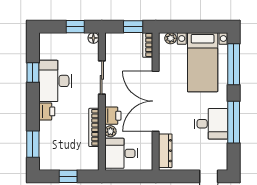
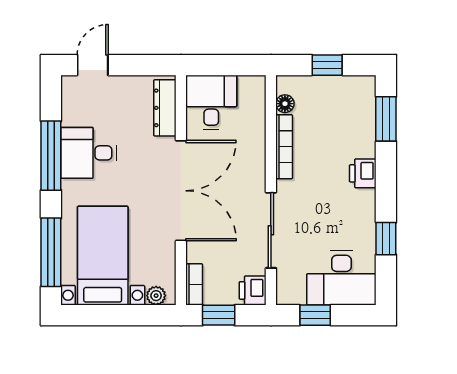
floor lamp: (93, 38) -> (285, 104), moved
sliding door: (102, 77) -> (271, 230), width x1.37
desk: (55, 81) -> (341, 278), moved, turned 90
printer: (113, 116) -> (253, 290), moved
plant: (110, 131) -> (257, 140), removed
desk: (121, 153) -> (211, 102), moved, turned -90

